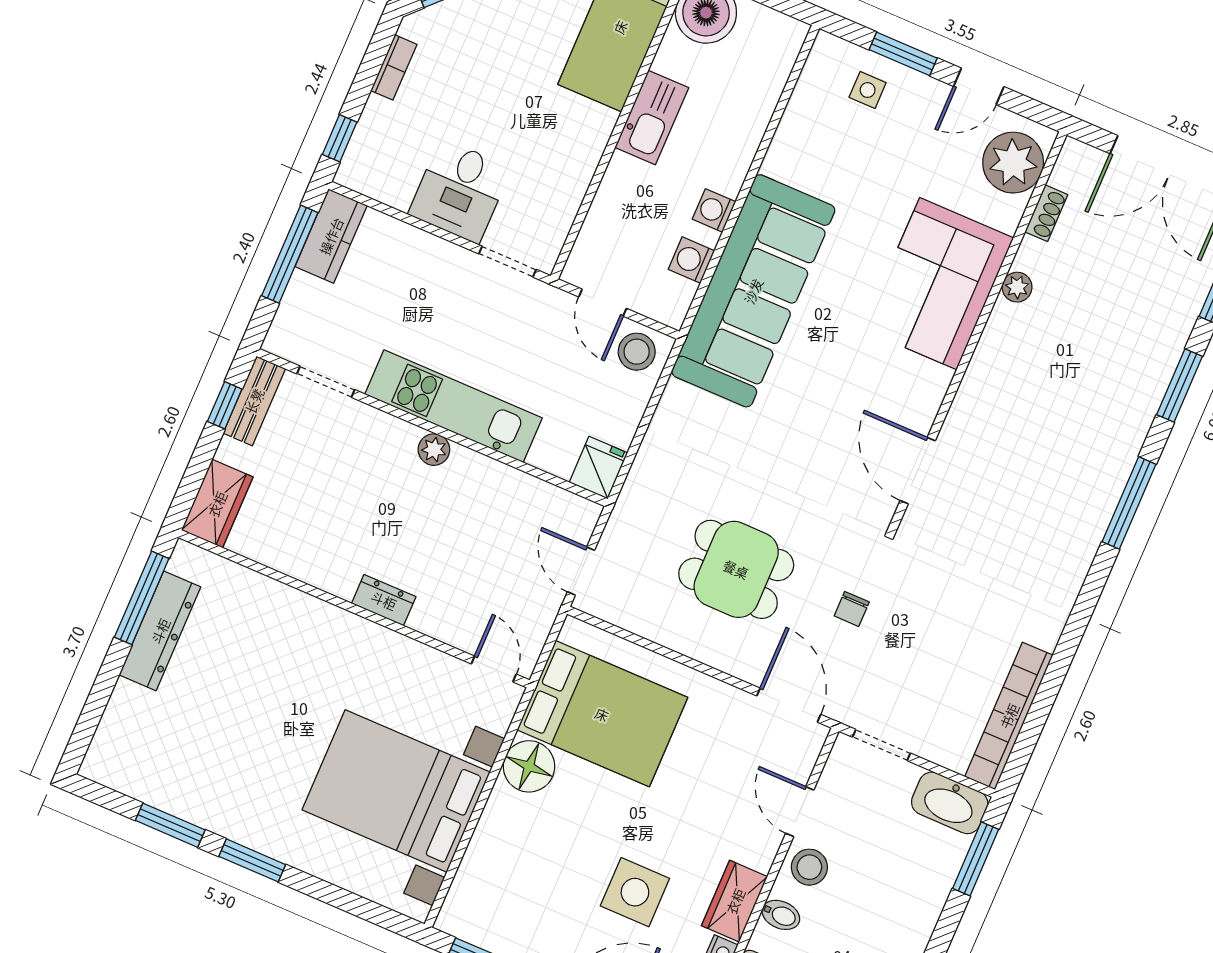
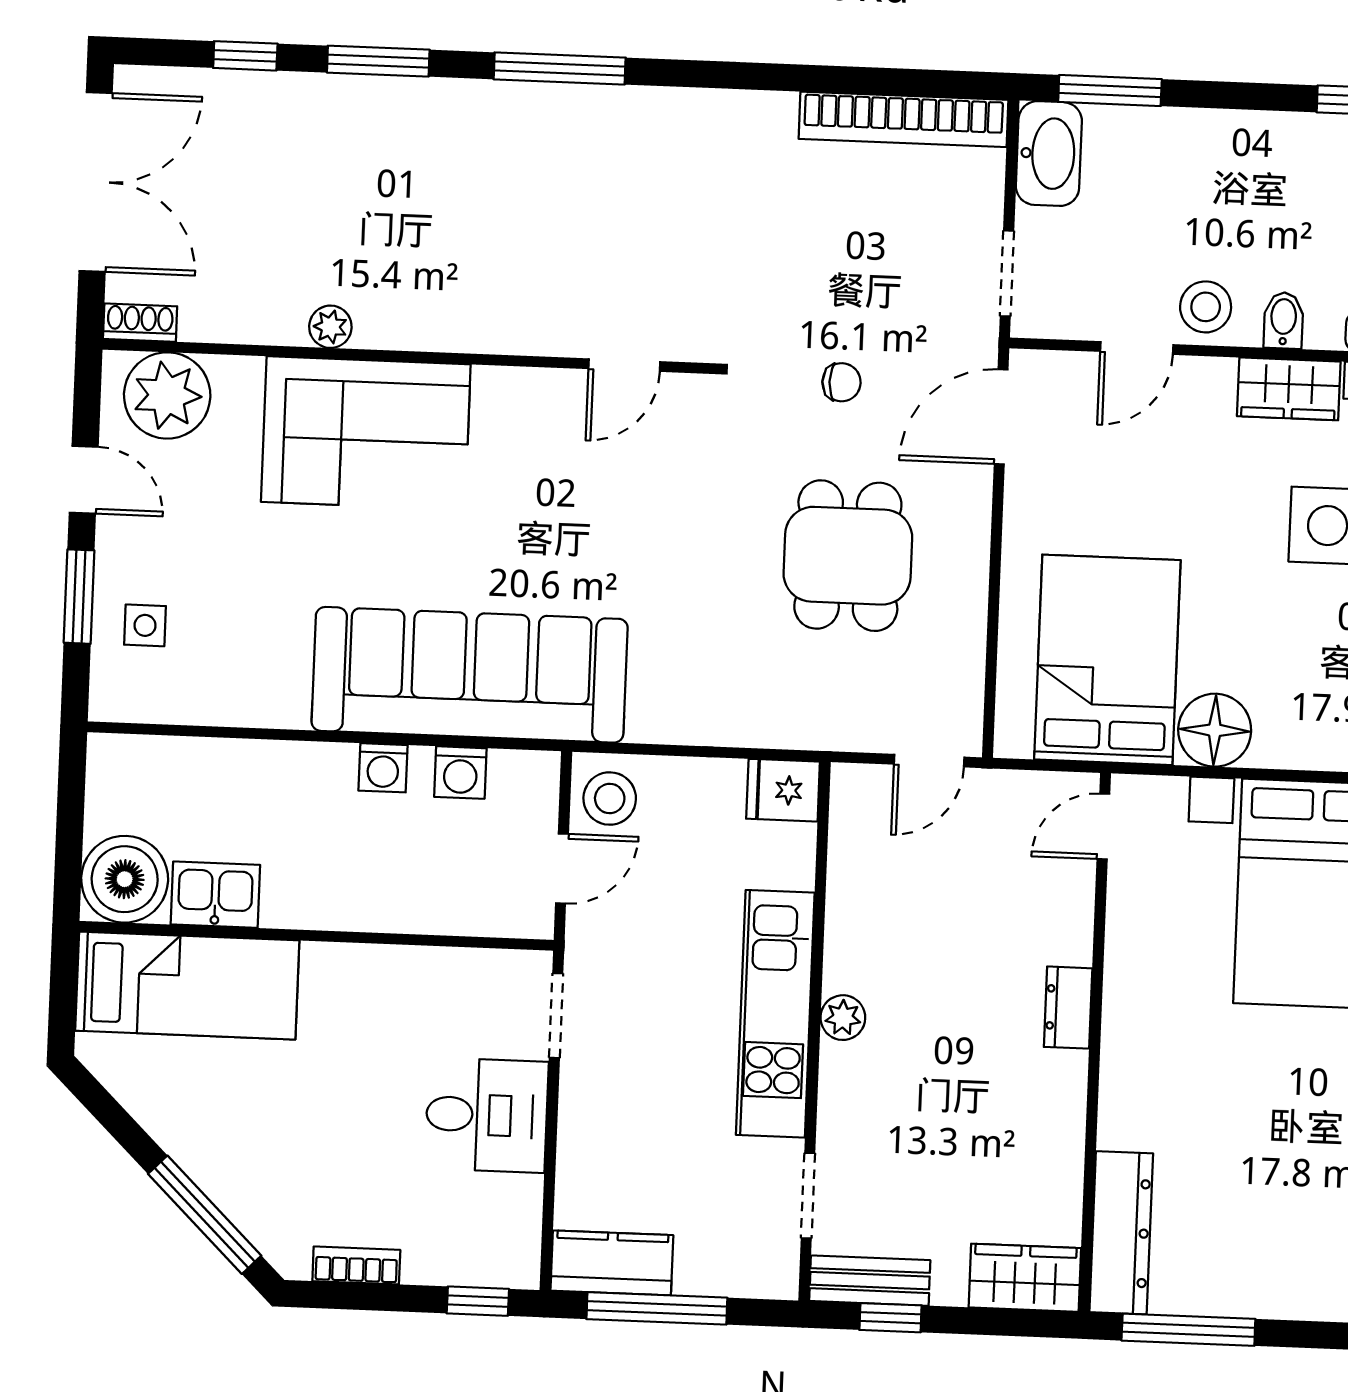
kitchen sink: (652, 118) -> (215, 895), moved, width x0.73
shoe rack: (1046, 213) -> (140, 323), moved
door: (918, 471) -> (624, 365), width x0.73
dresser: (160, 631) -> (1121, 1233), moved, turned 90

